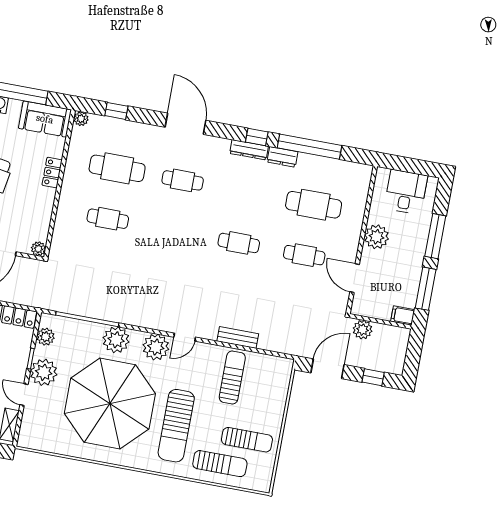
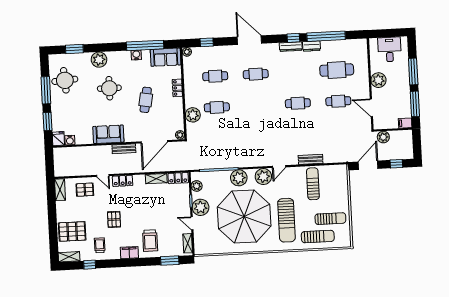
cafe table: (117, 168) -> (215, 76), width x0.73, depth x0.74
plant: (67, 222) -> (193, 115), added

